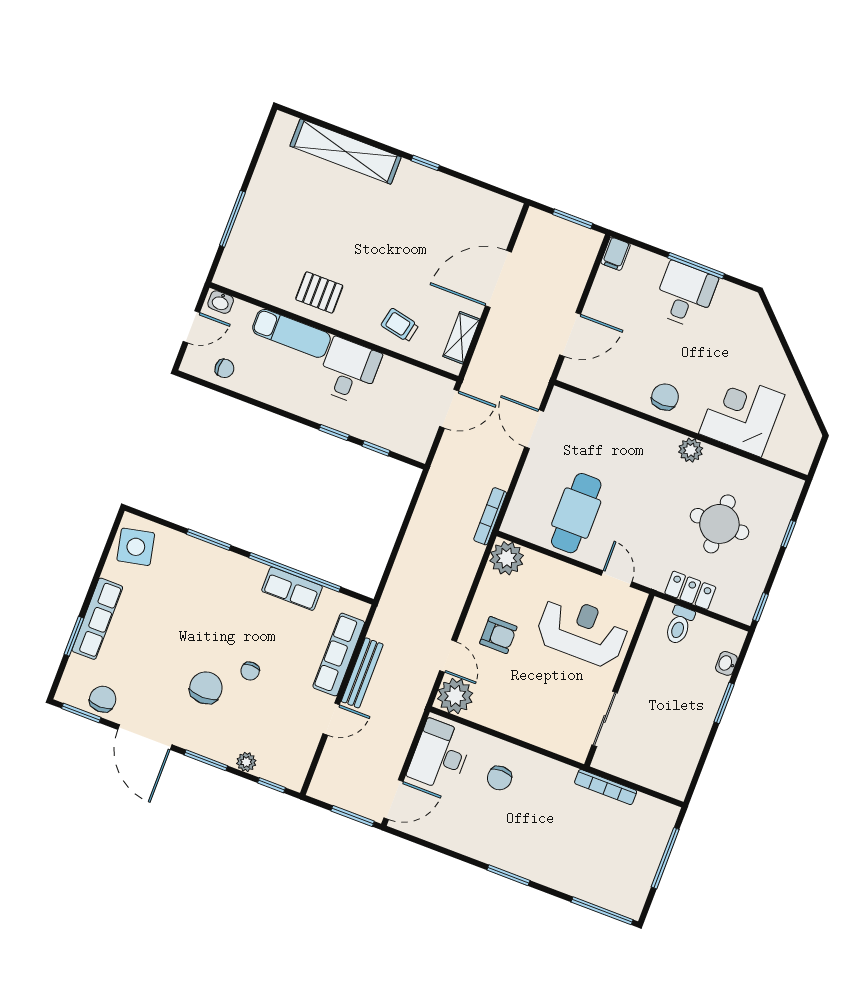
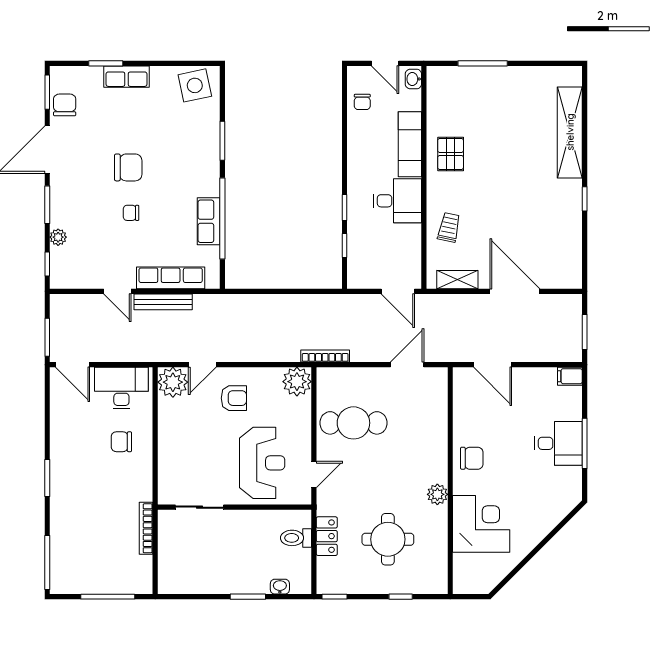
row of seats: (97, 619) -> (127, 77), width x0.68
armchair: (498, 635) -> (234, 398), turned -90
chair: (206, 688) -> (128, 167), moved
chair: (103, 699) -> (65, 105), turned -90

